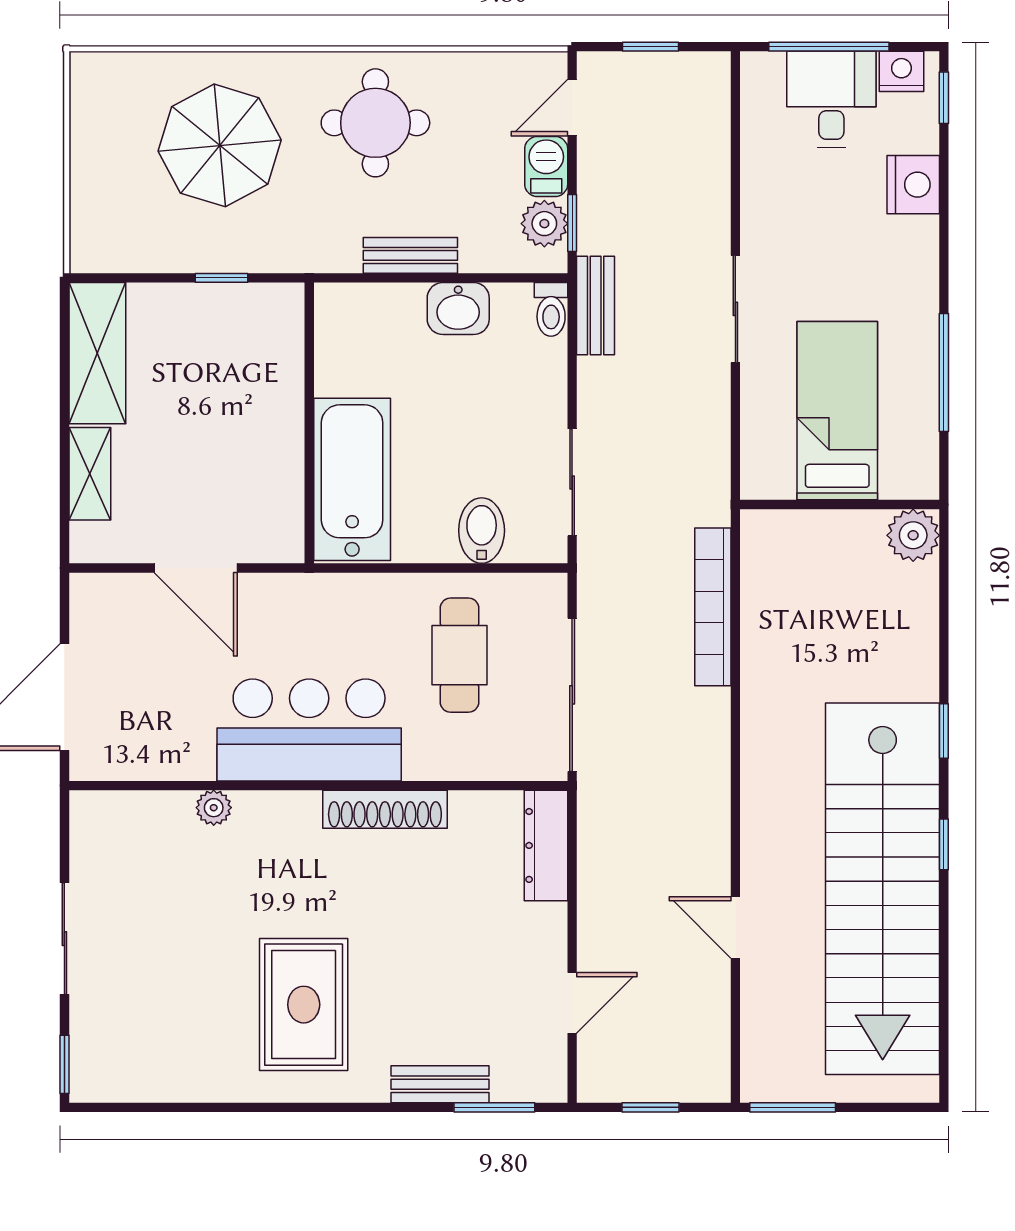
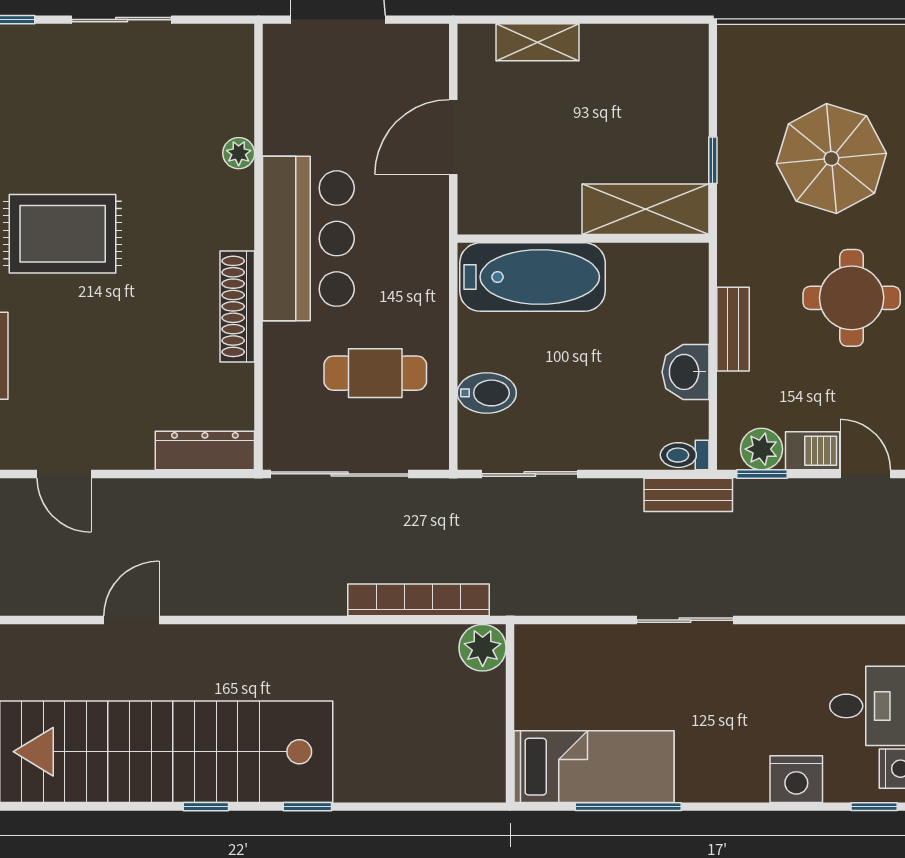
shelving: (97, 353) -> (646, 209), moved
bed: (837, 411) -> (594, 767), moved
plant: (913, 535) -> (483, 648), moved

